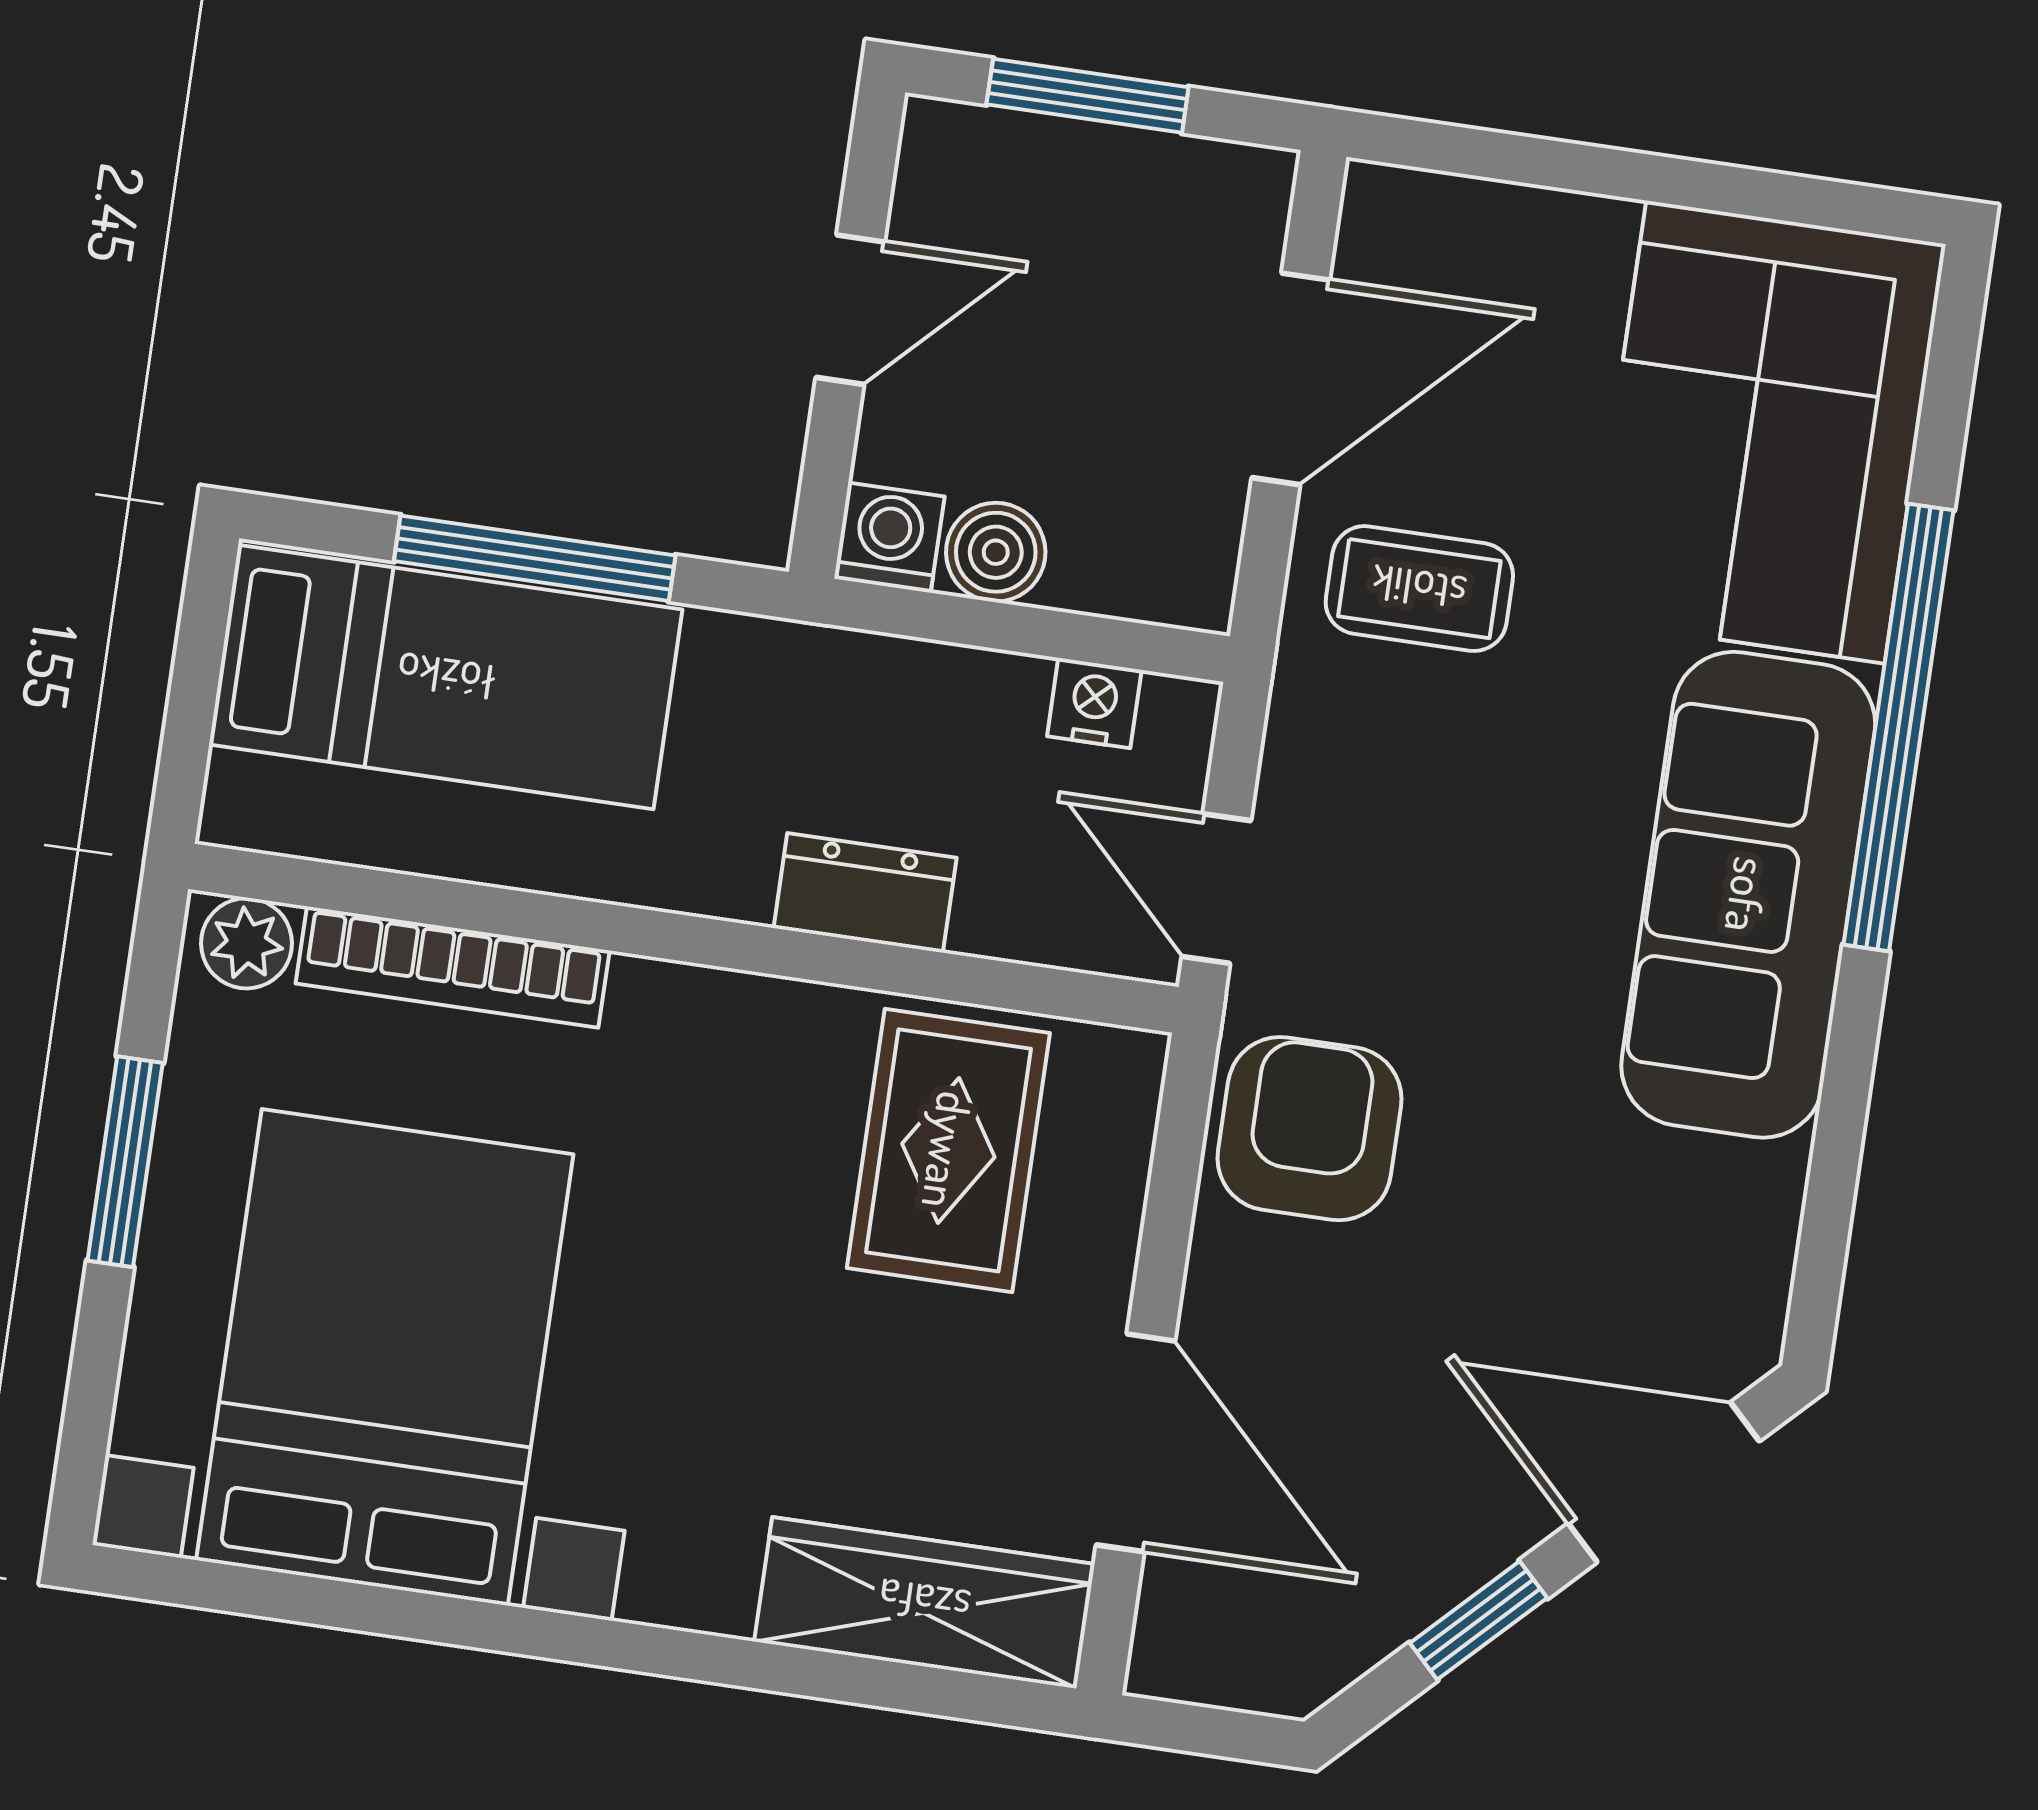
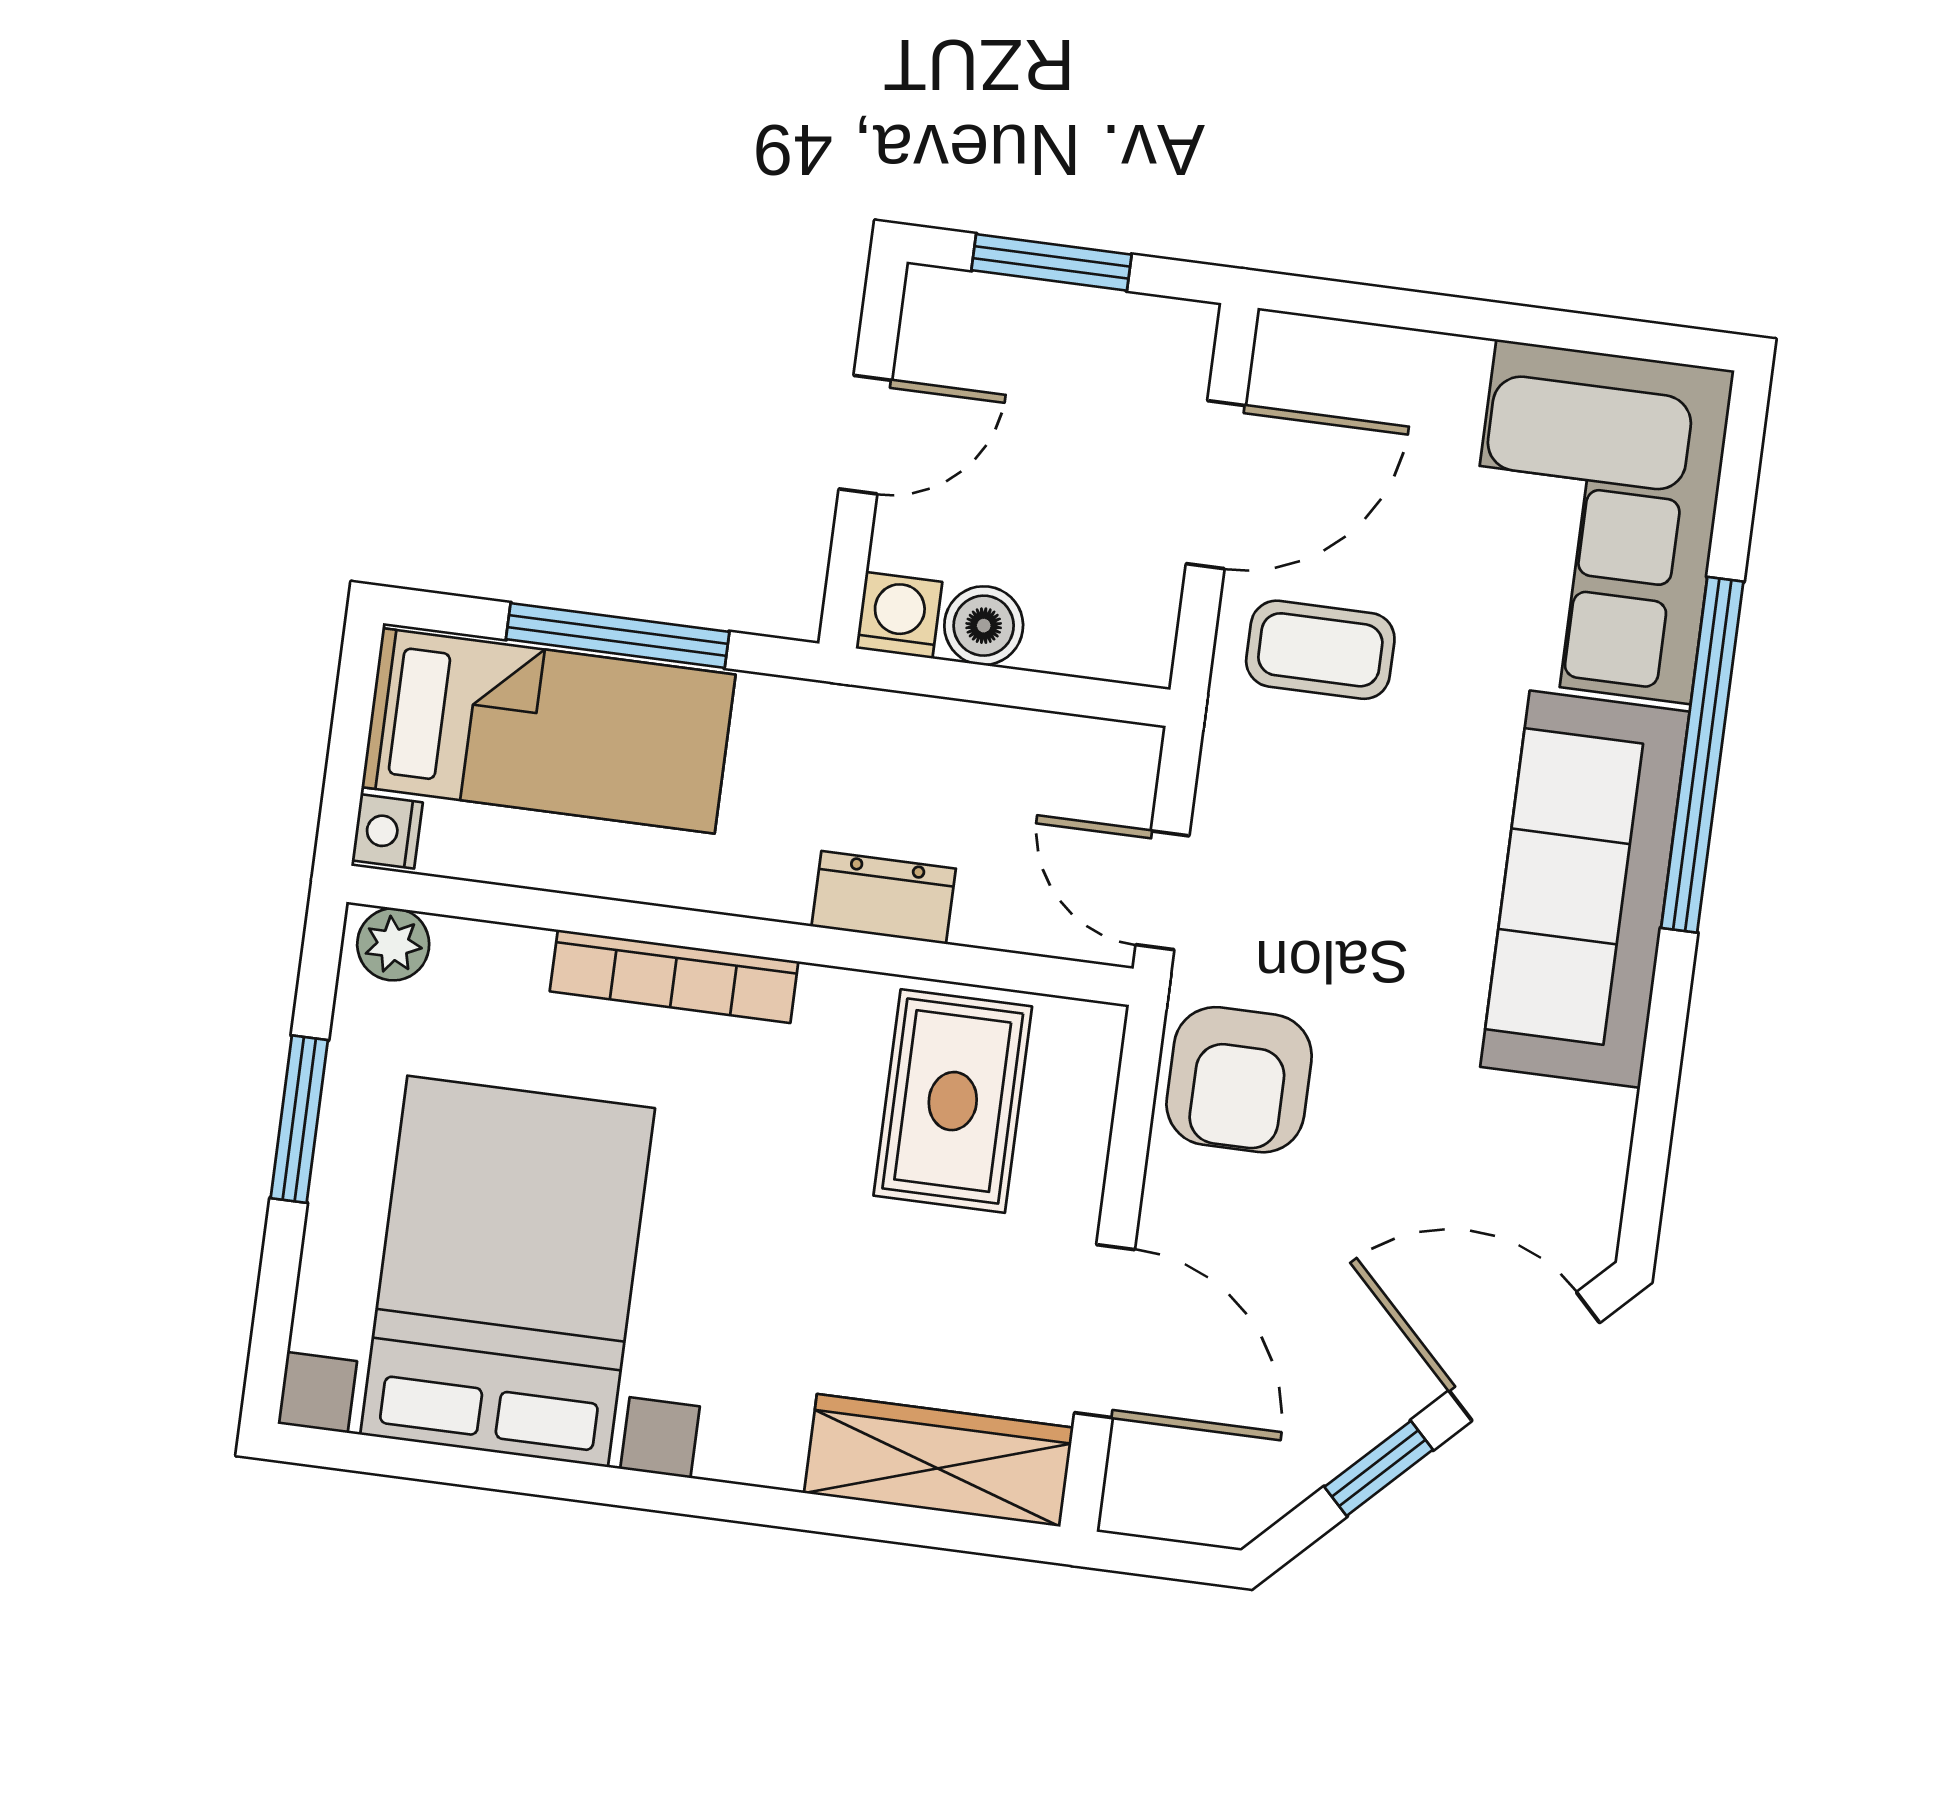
nightstand: (1094, 703) -> (387, 831), moved, turned -90
bookcase: (453, 967) -> (674, 976), moved
armchair: (1309, 1129) -> (1239, 1080), turned 180

